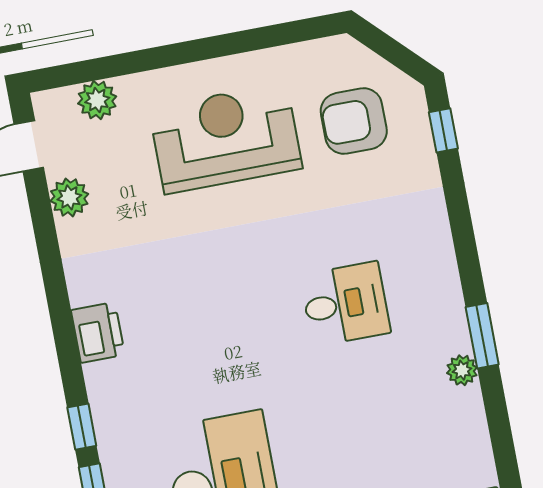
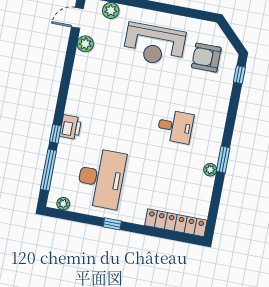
reception desk: (226, 138) -> (154, 45), turned 180
printer: (98, 332) -> (71, 127), moved

